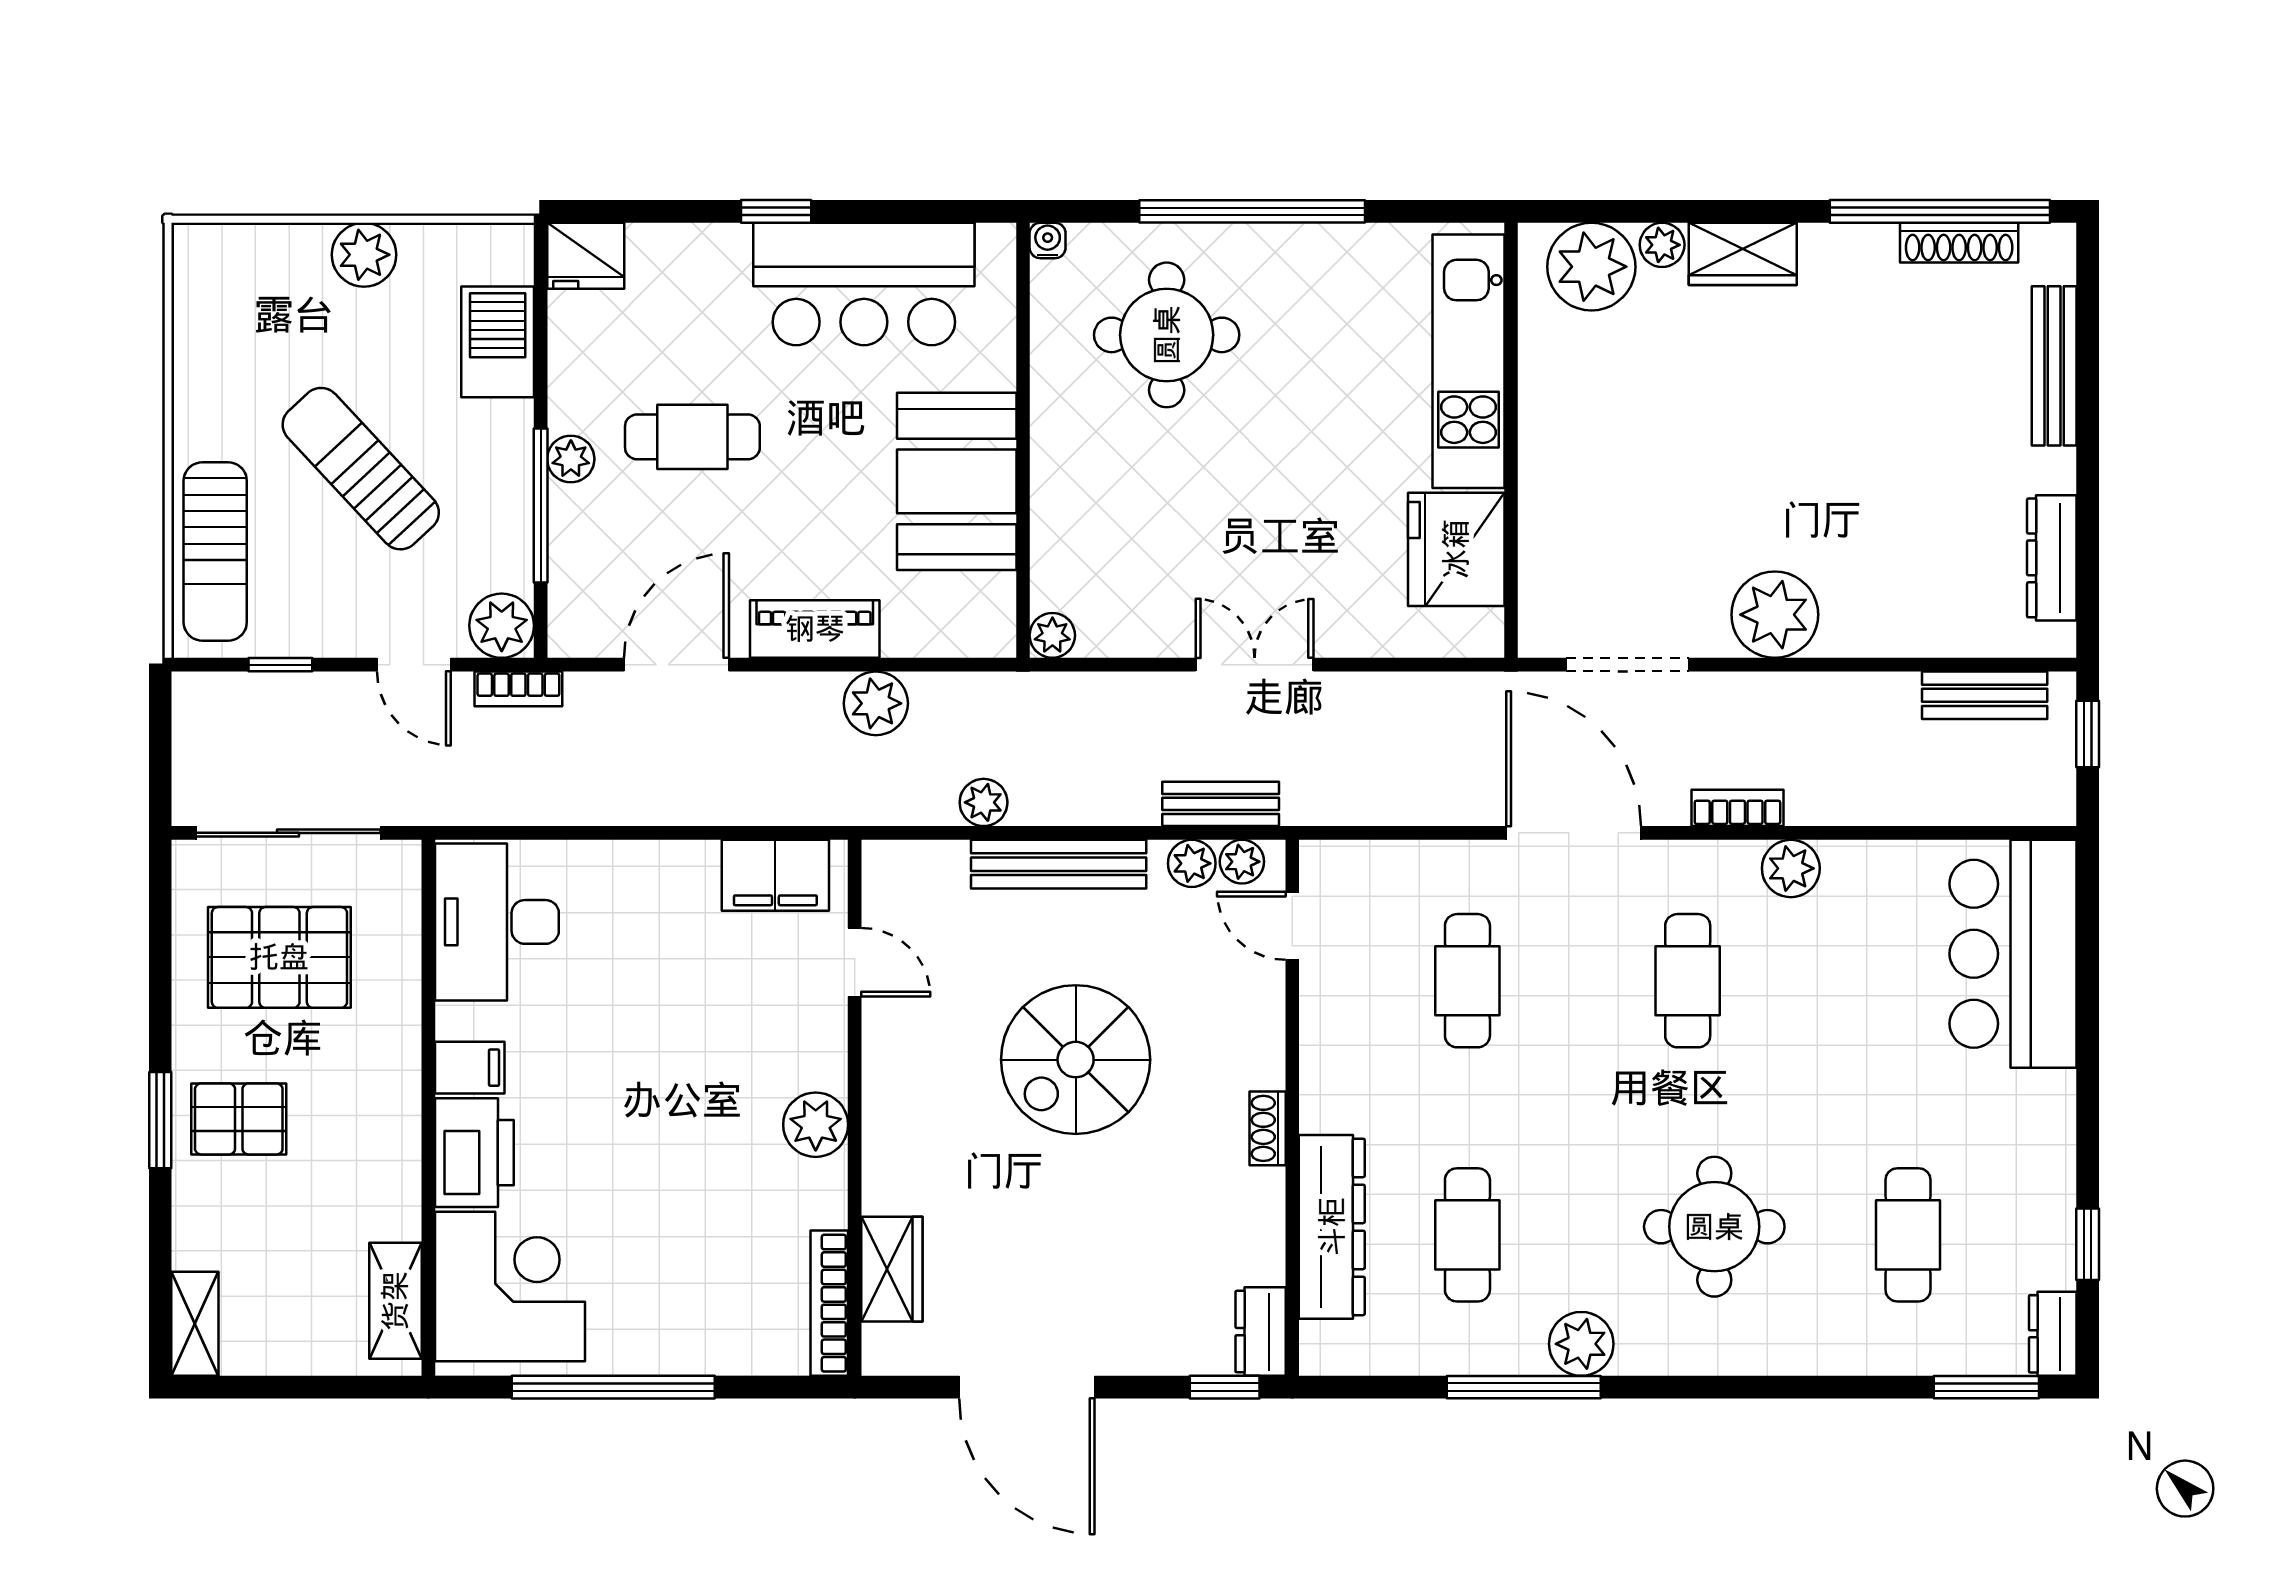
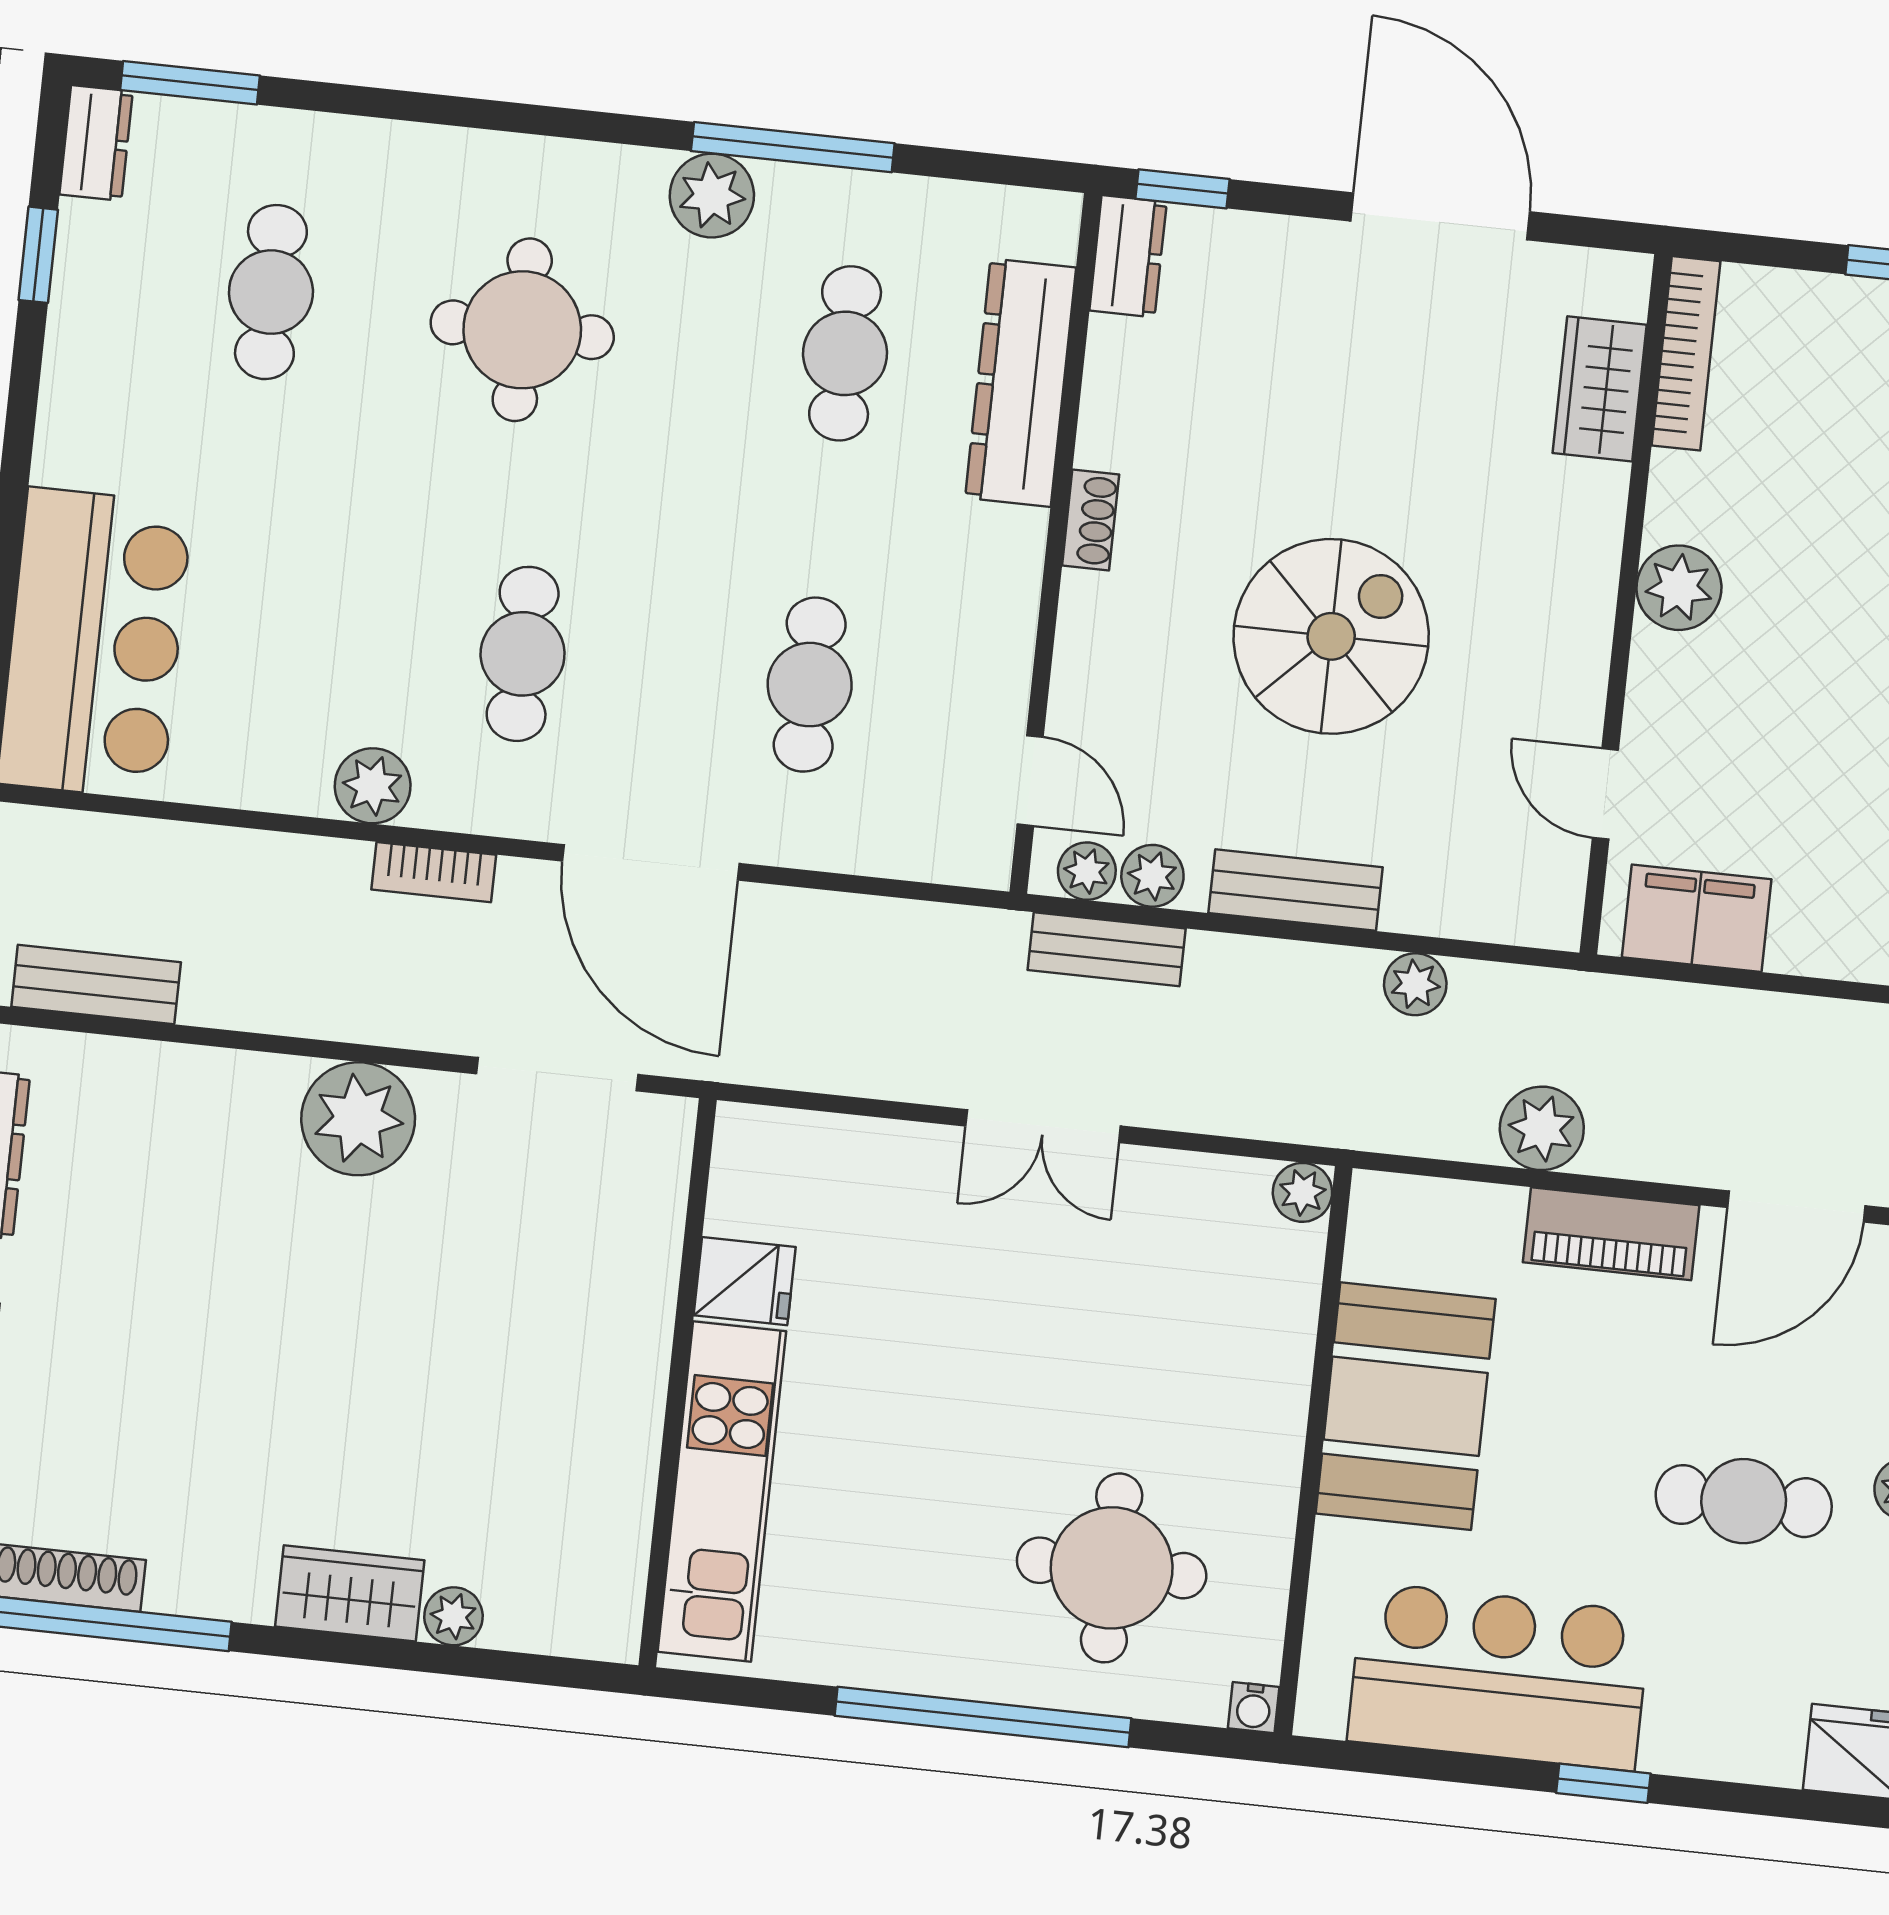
plant: (1591, 267) -> (549, 1598), removed
fridge: (1456, 549) -> (745, 1281), width x0.53, depth x0.75
bench: (1059, 864) -> (1296, 890), width x0.73

